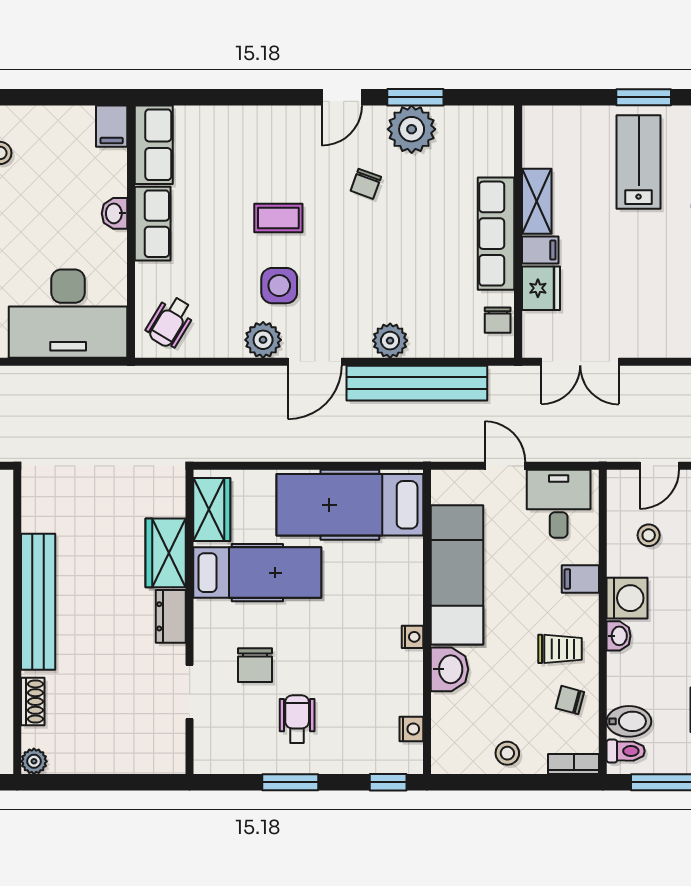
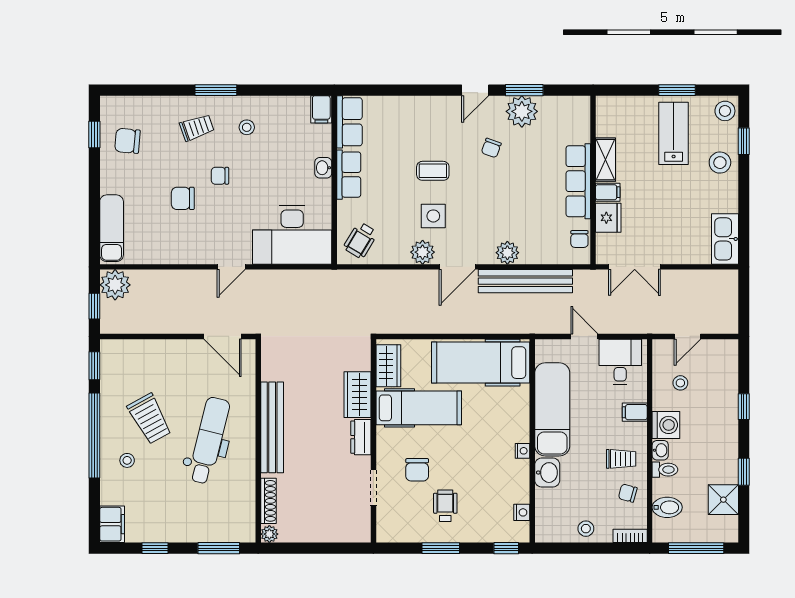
shoe rack: (33, 701) -> (269, 501), width x1.43
toilet: (626, 751) -> (665, 470), moved

